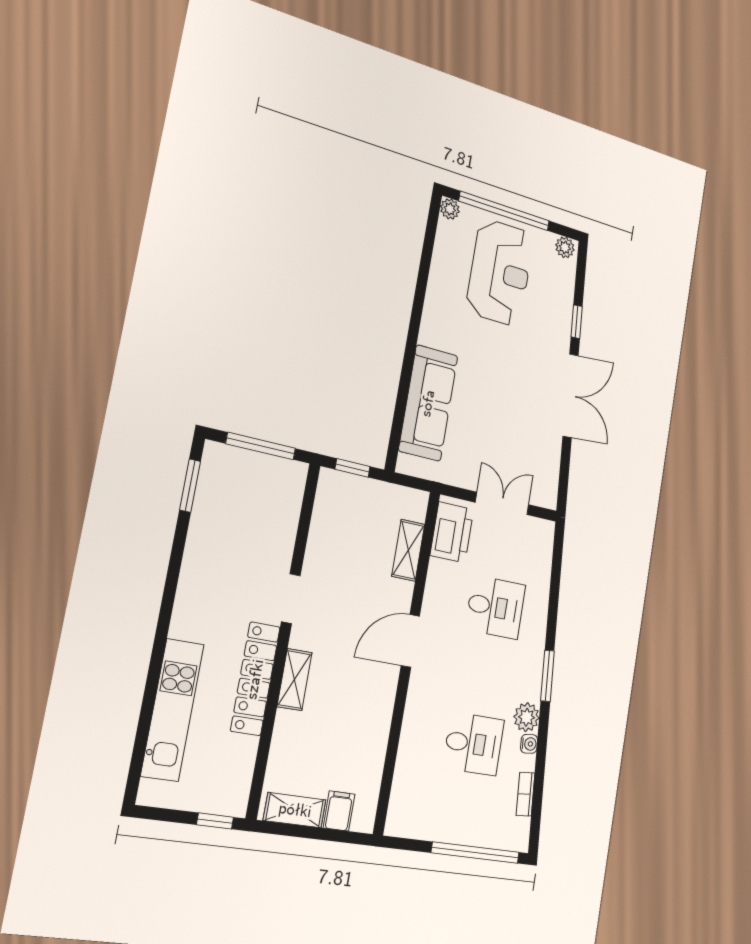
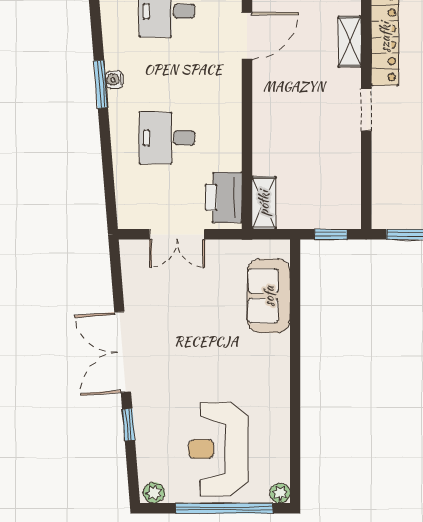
sofa: (428, 403) -> (269, 296), width x0.73
shelving: (408, 550) -> (264, 203), moved
door: (410, 641) -> (247, 36), moved
plant: (527, 717) -> (116, 43), removed
water cooler: (529, 744) -> (114, 80), moved

